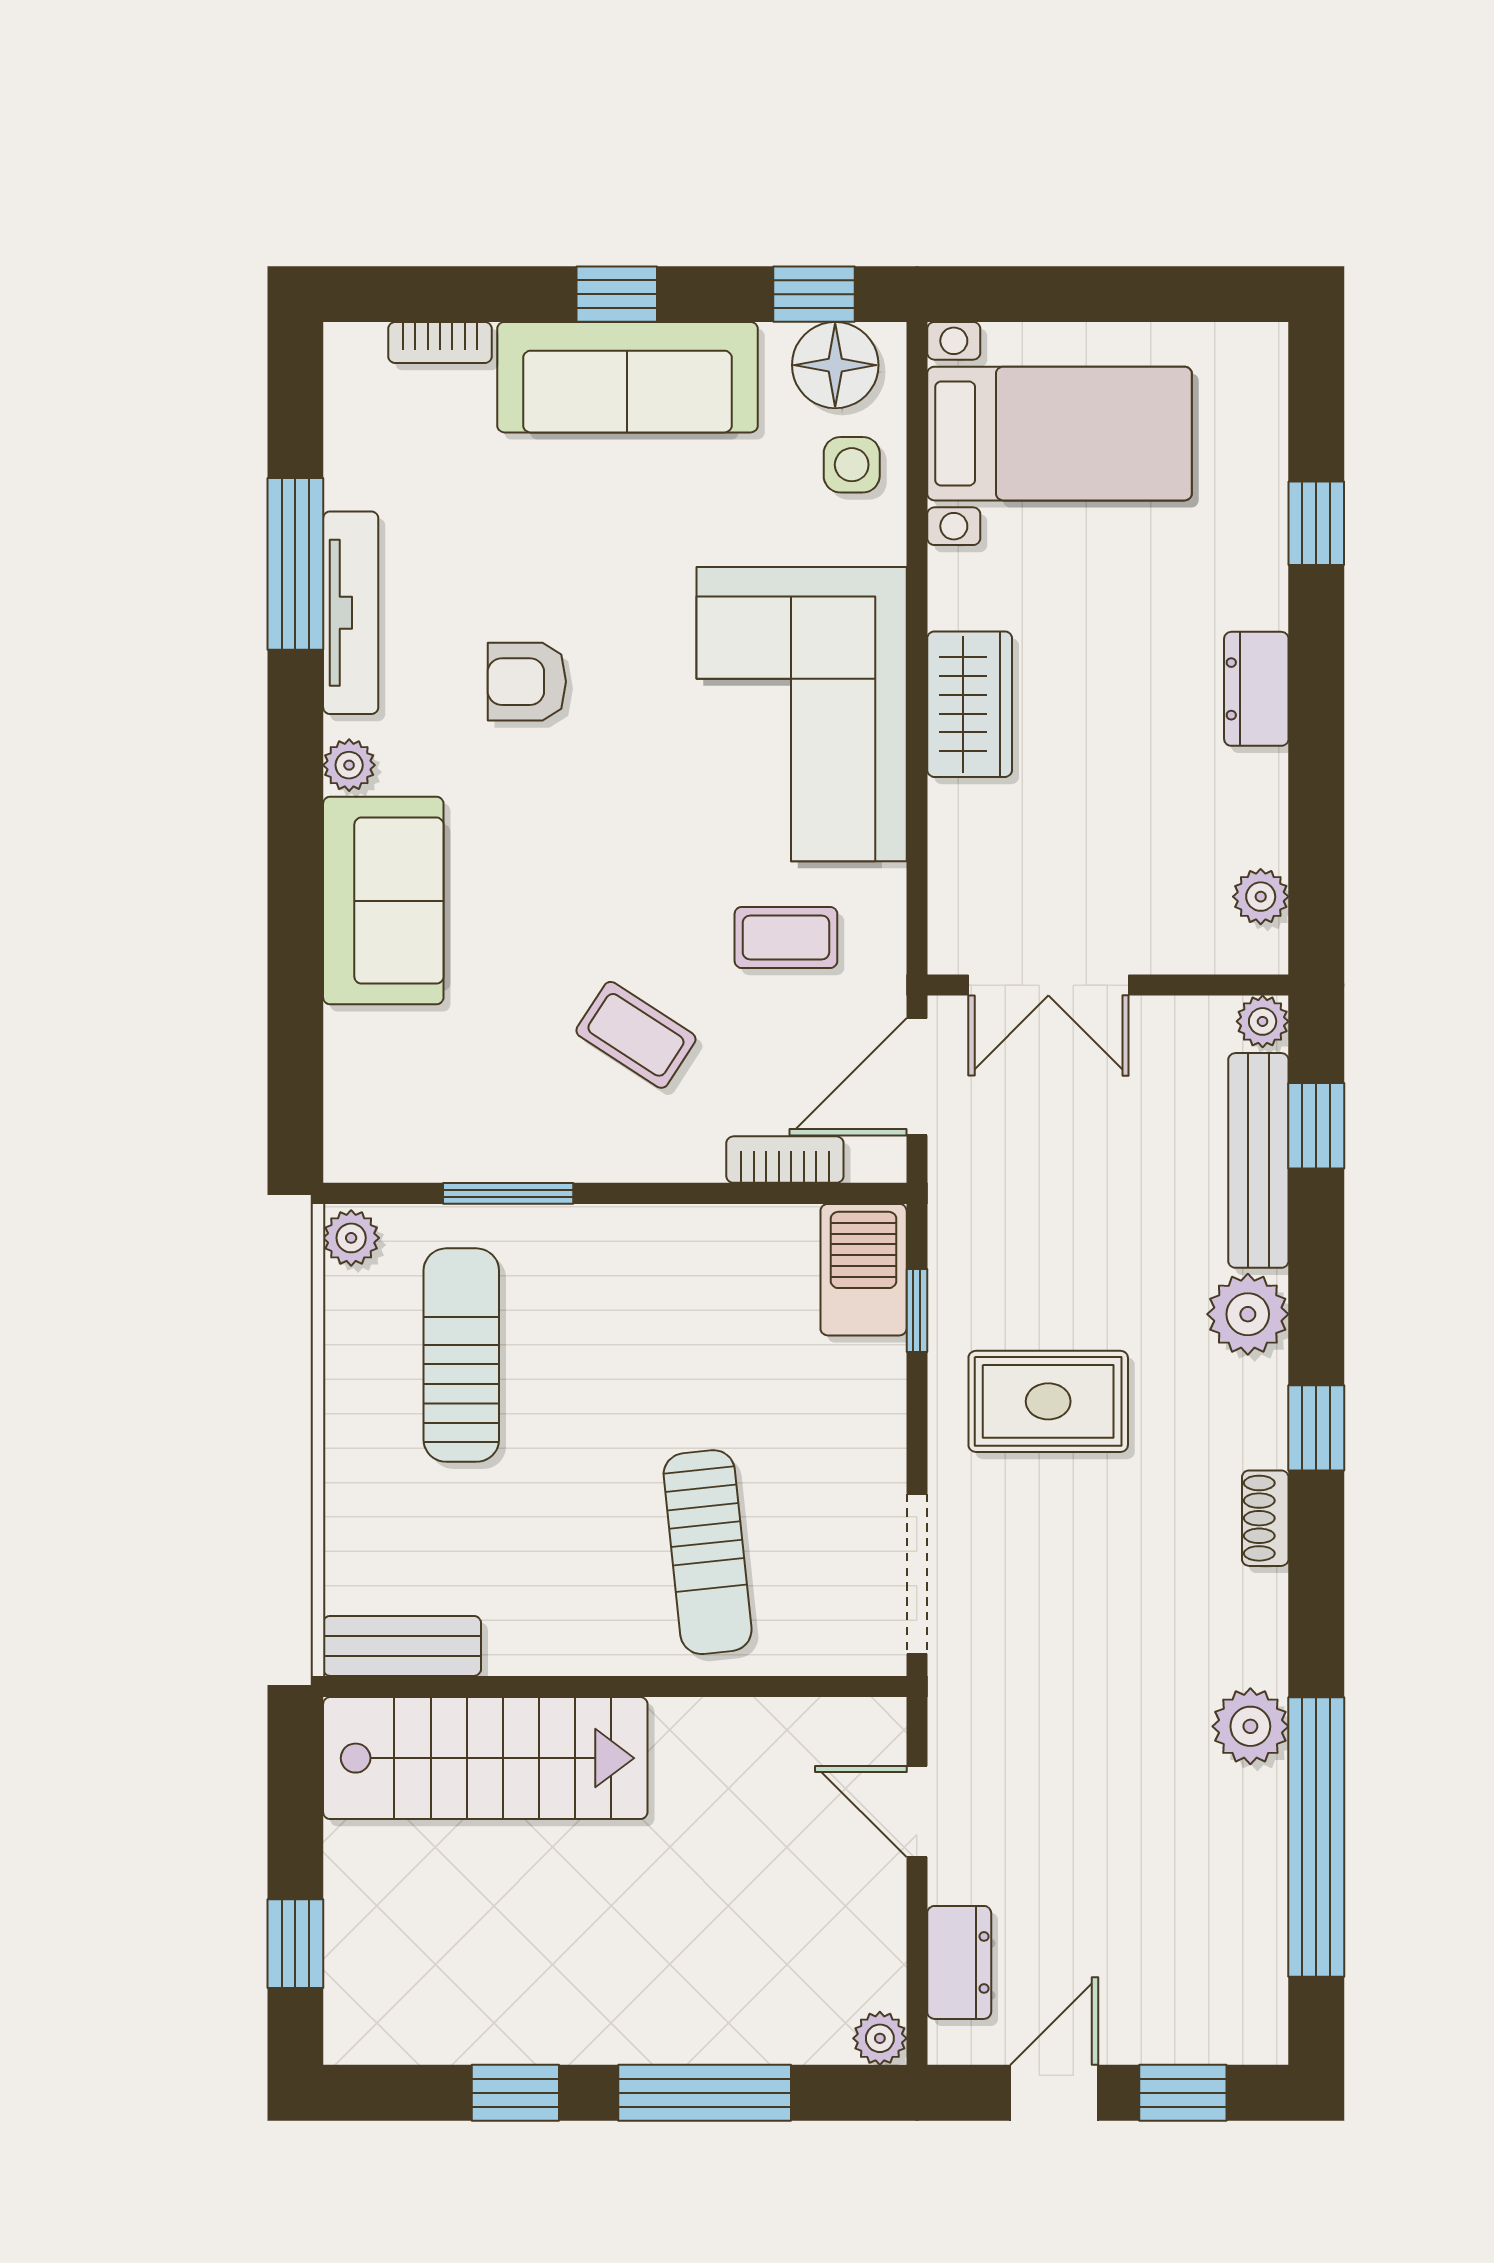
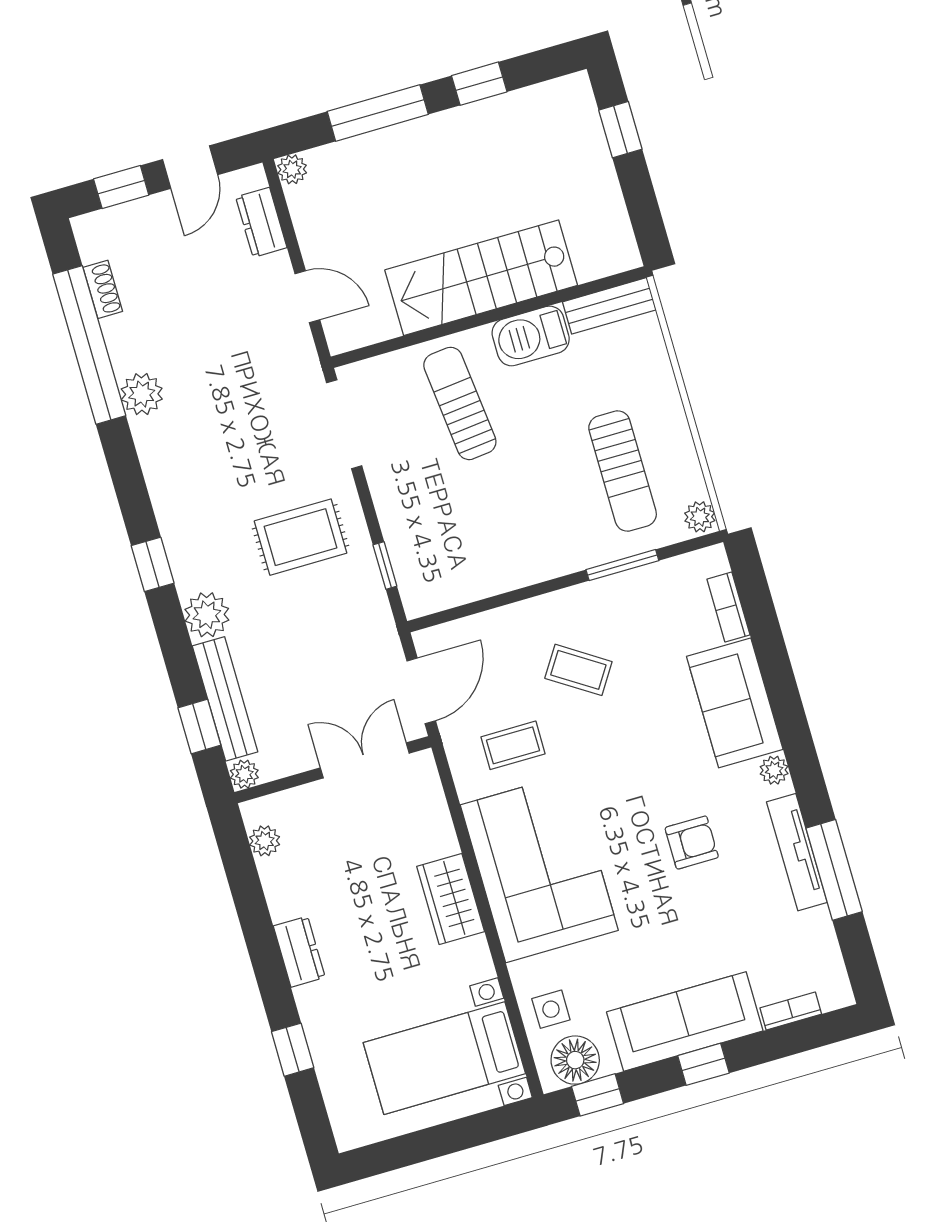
bookcase: (785, 1160) -> (728, 607), moved, turned 90
barbecue: (864, 1270) -> (531, 336), moved, turned 90
shoe rack: (1265, 1518) -> (103, 289), moved
stairs: (485, 1758) -> (481, 278), moved

